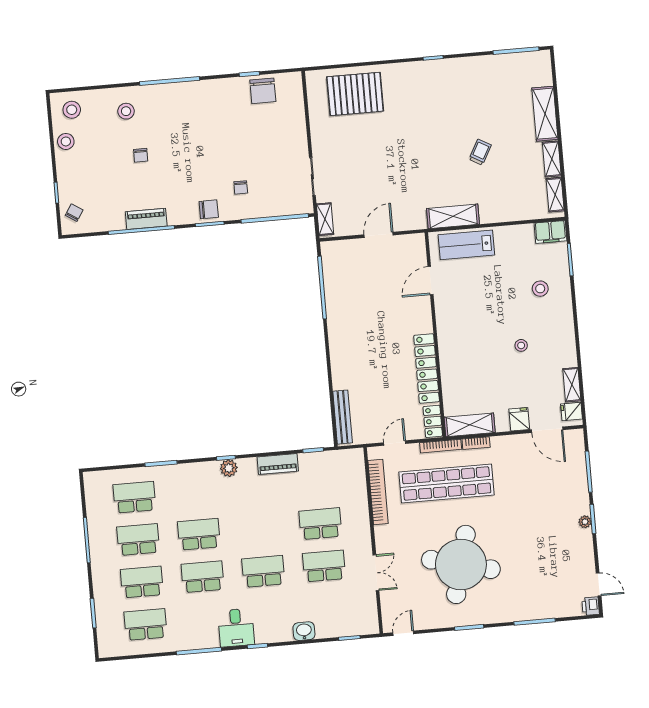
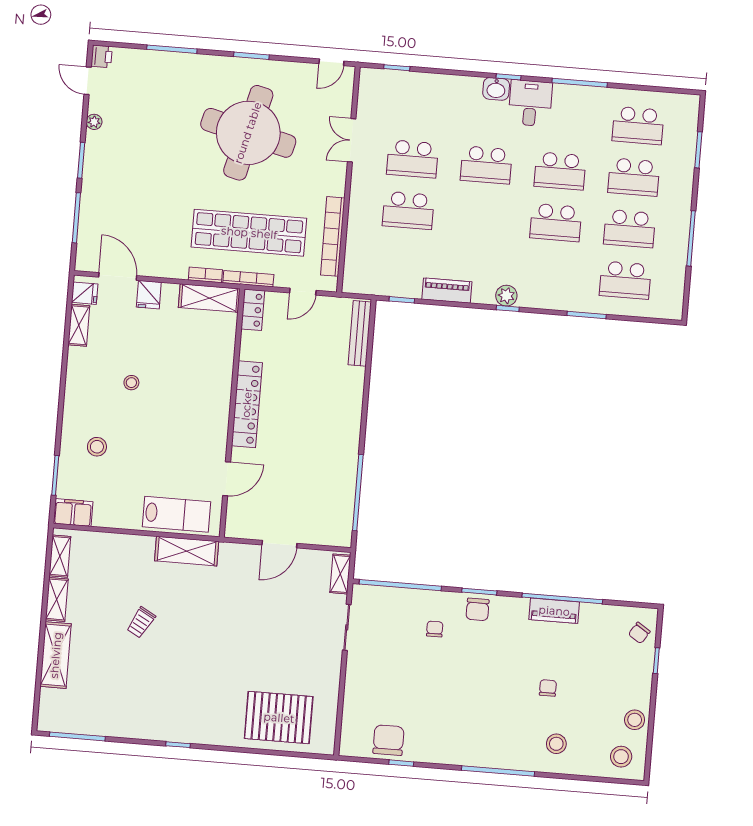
chair: (209, 209) -> (478, 609), turned -90
locker: (427, 369) -> (247, 404), moved
plant: (585, 522) -> (94, 122), moved
washbasin: (304, 631) -> (496, 89), moved

